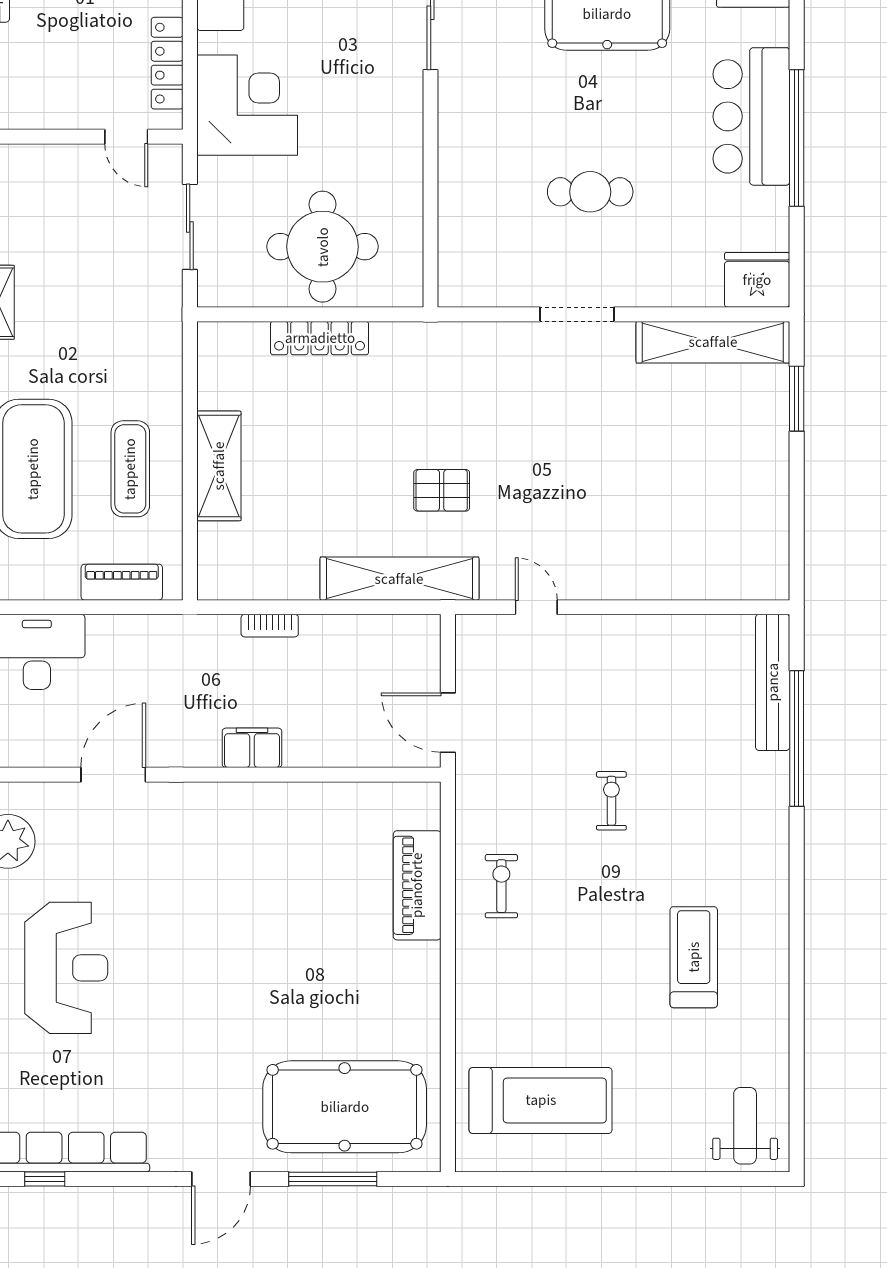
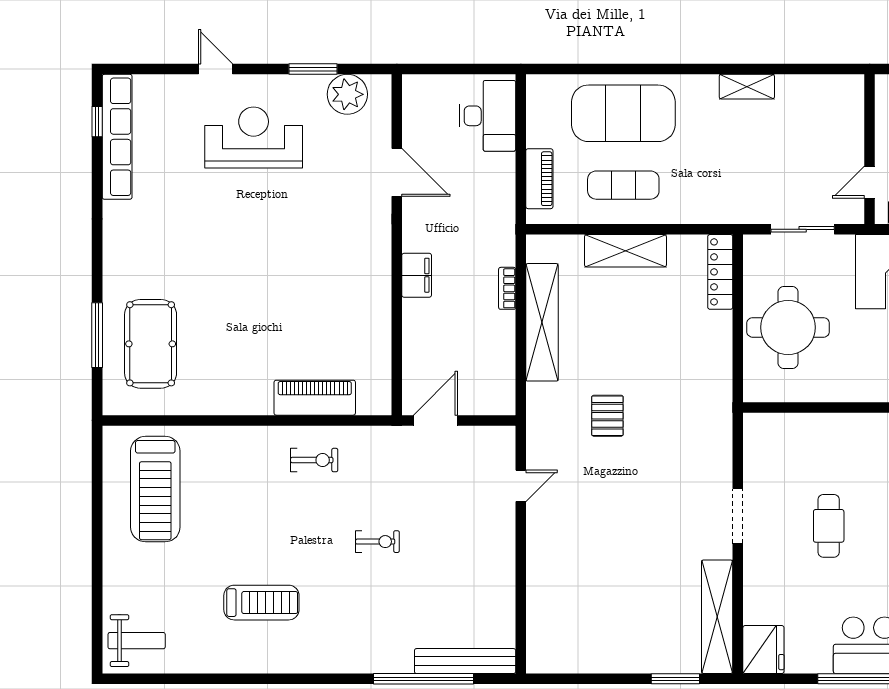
locker: (320, 338) -> (720, 272), moved
shelving: (399, 579) -> (542, 322), moved
reception desk: (66, 968) -> (254, 138), turned 180
pool table: (345, 1107) -> (151, 344), width x0.73, depth x0.76
door: (221, 1179) -> (97, 252), removed

